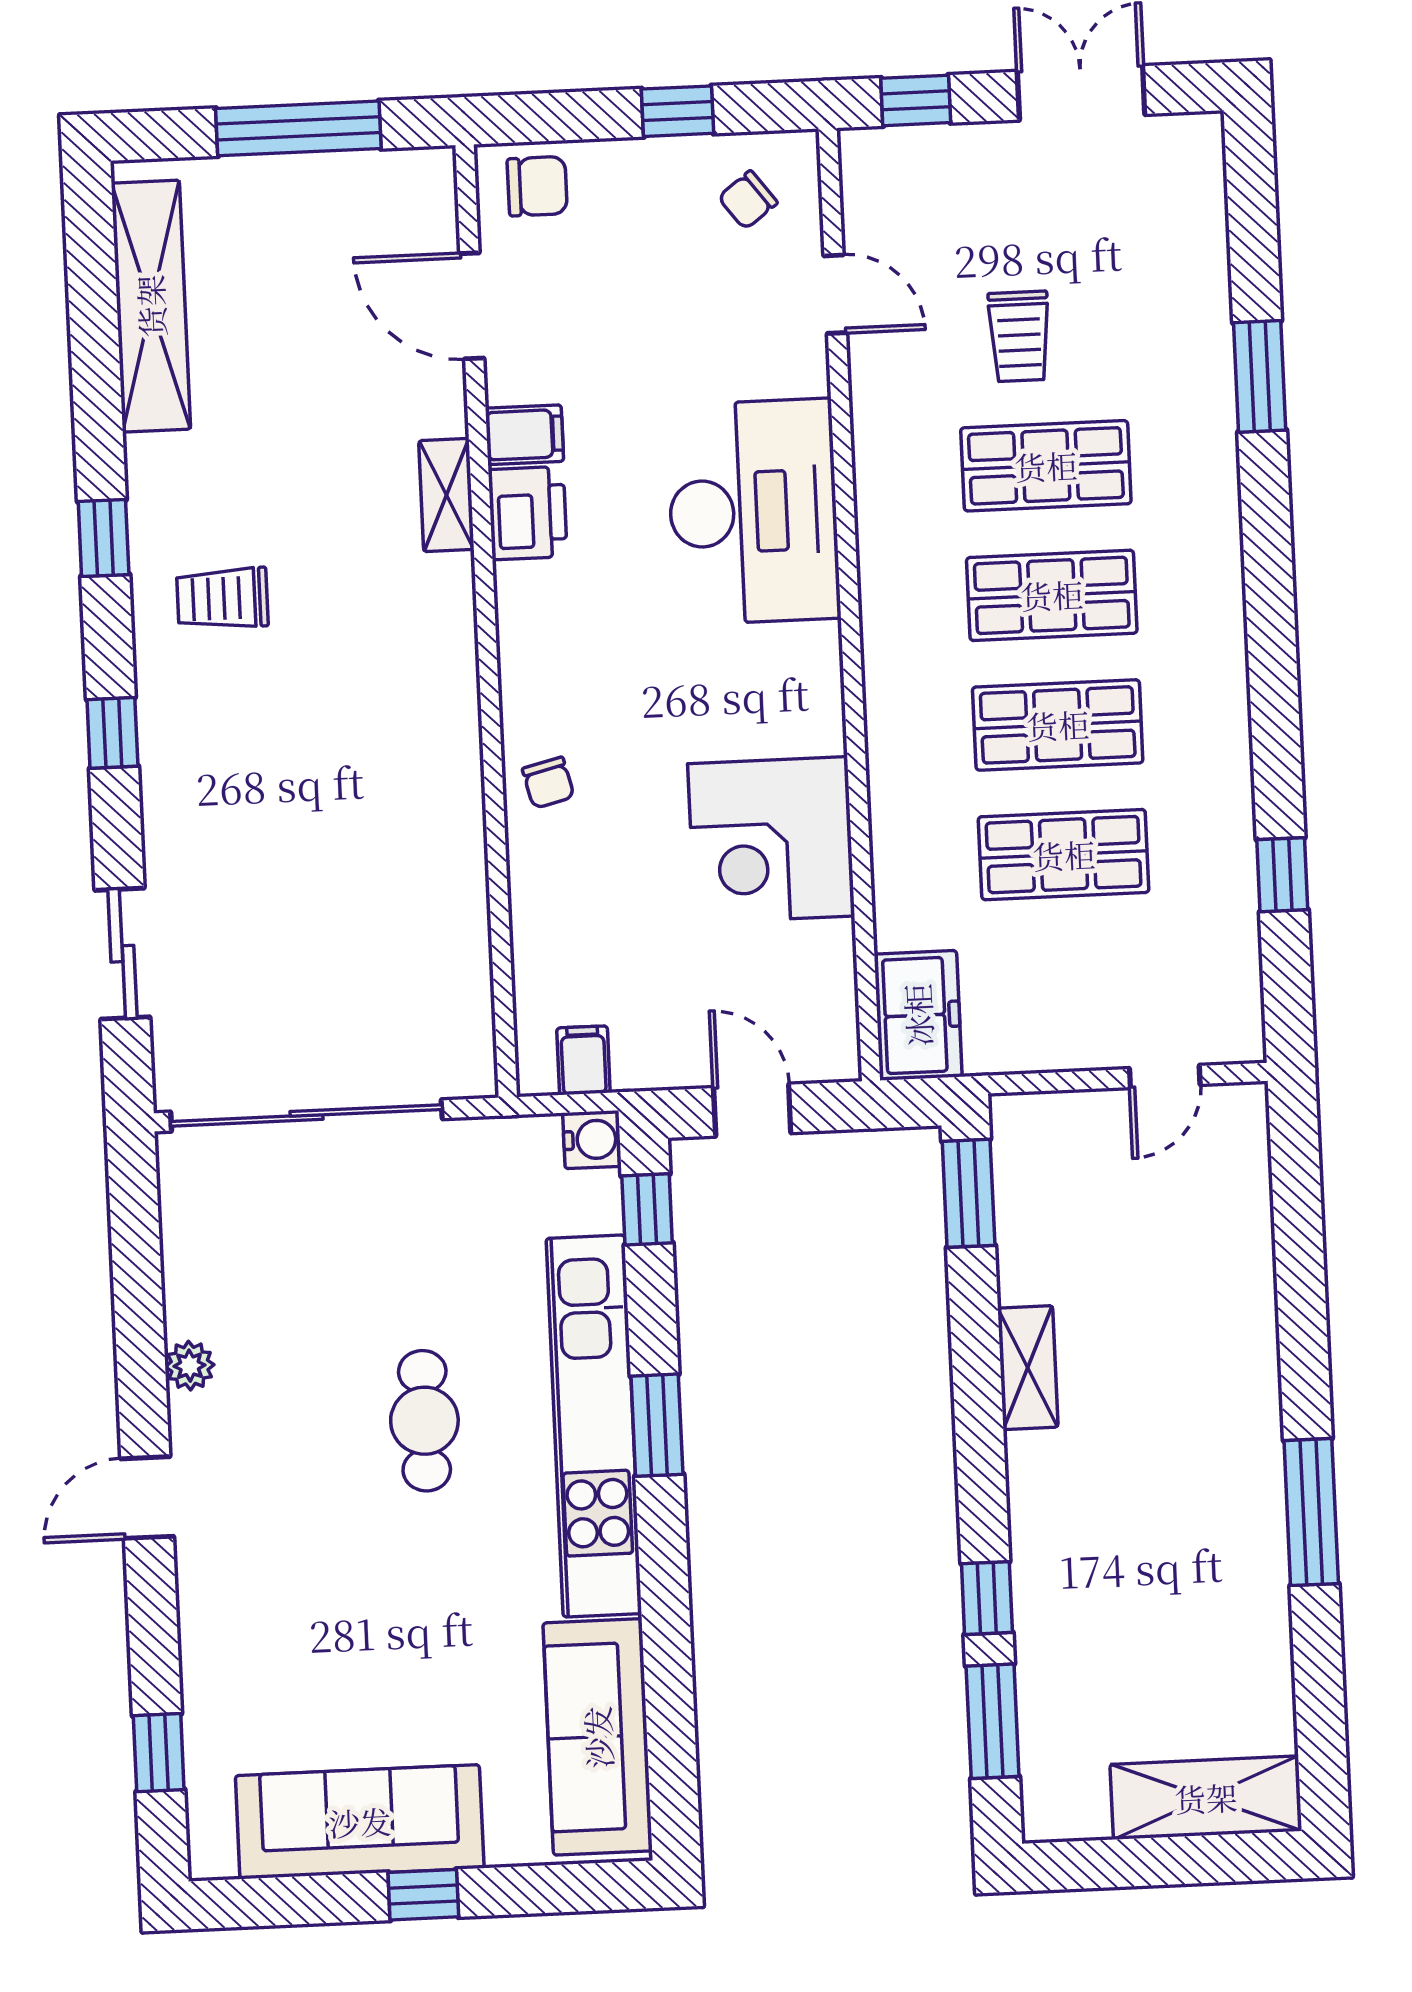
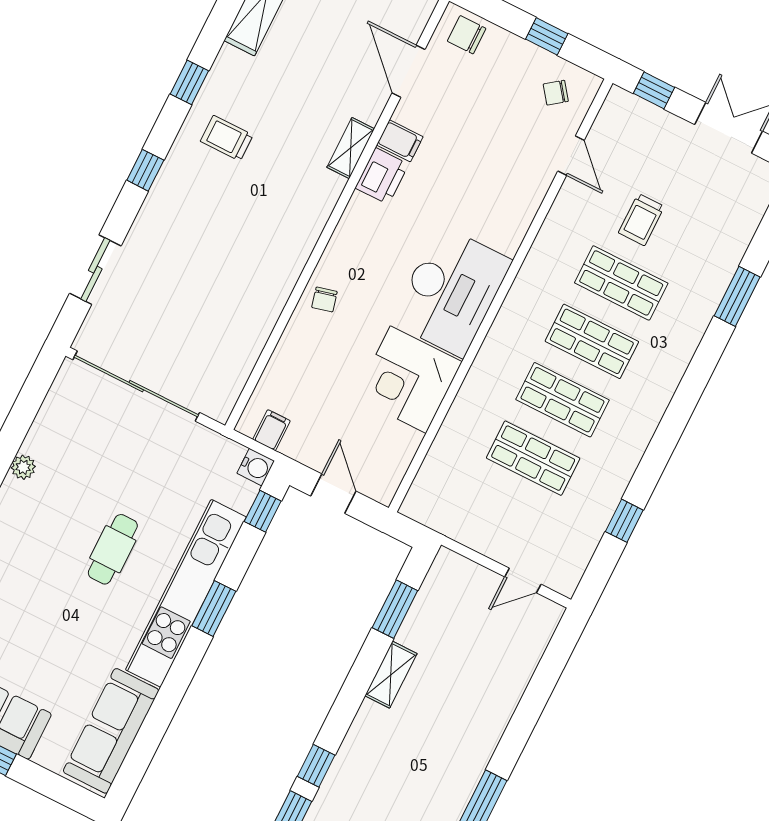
chair: (537, 186) -> (467, 35), turned 180
desk: (753, 512) -> (451, 291), moved
freezer: (918, 1015) -> (430, 493), removed
window: (969, 1193) -> (395, 609), moved

